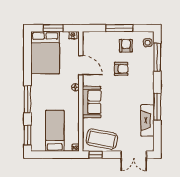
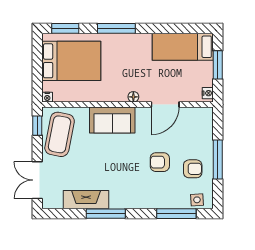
bed: (45, 53) -> (183, 47), width x0.67
armchair: (121, 69) -> (160, 162), turned 90
bed: (55, 131) -> (71, 61), width x1.50

